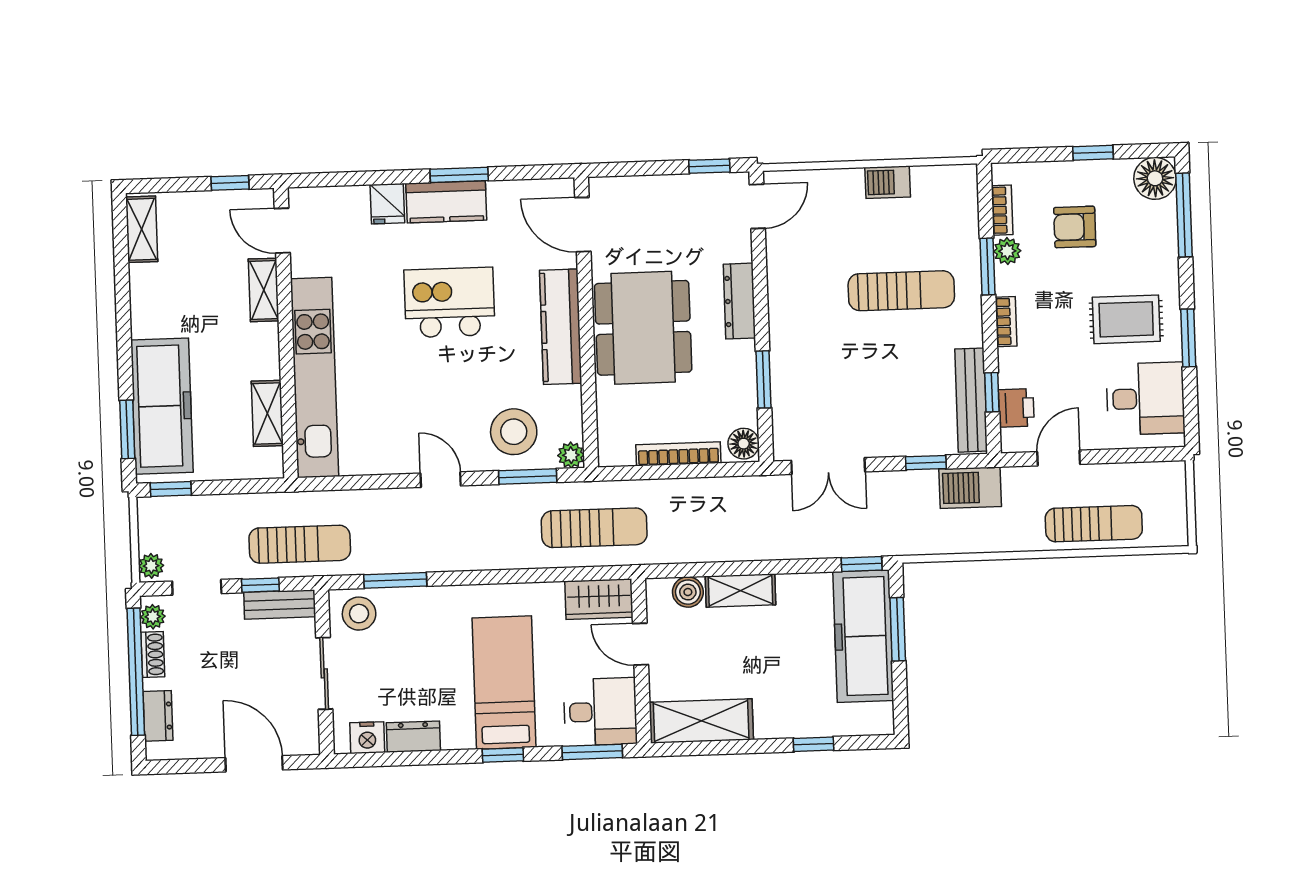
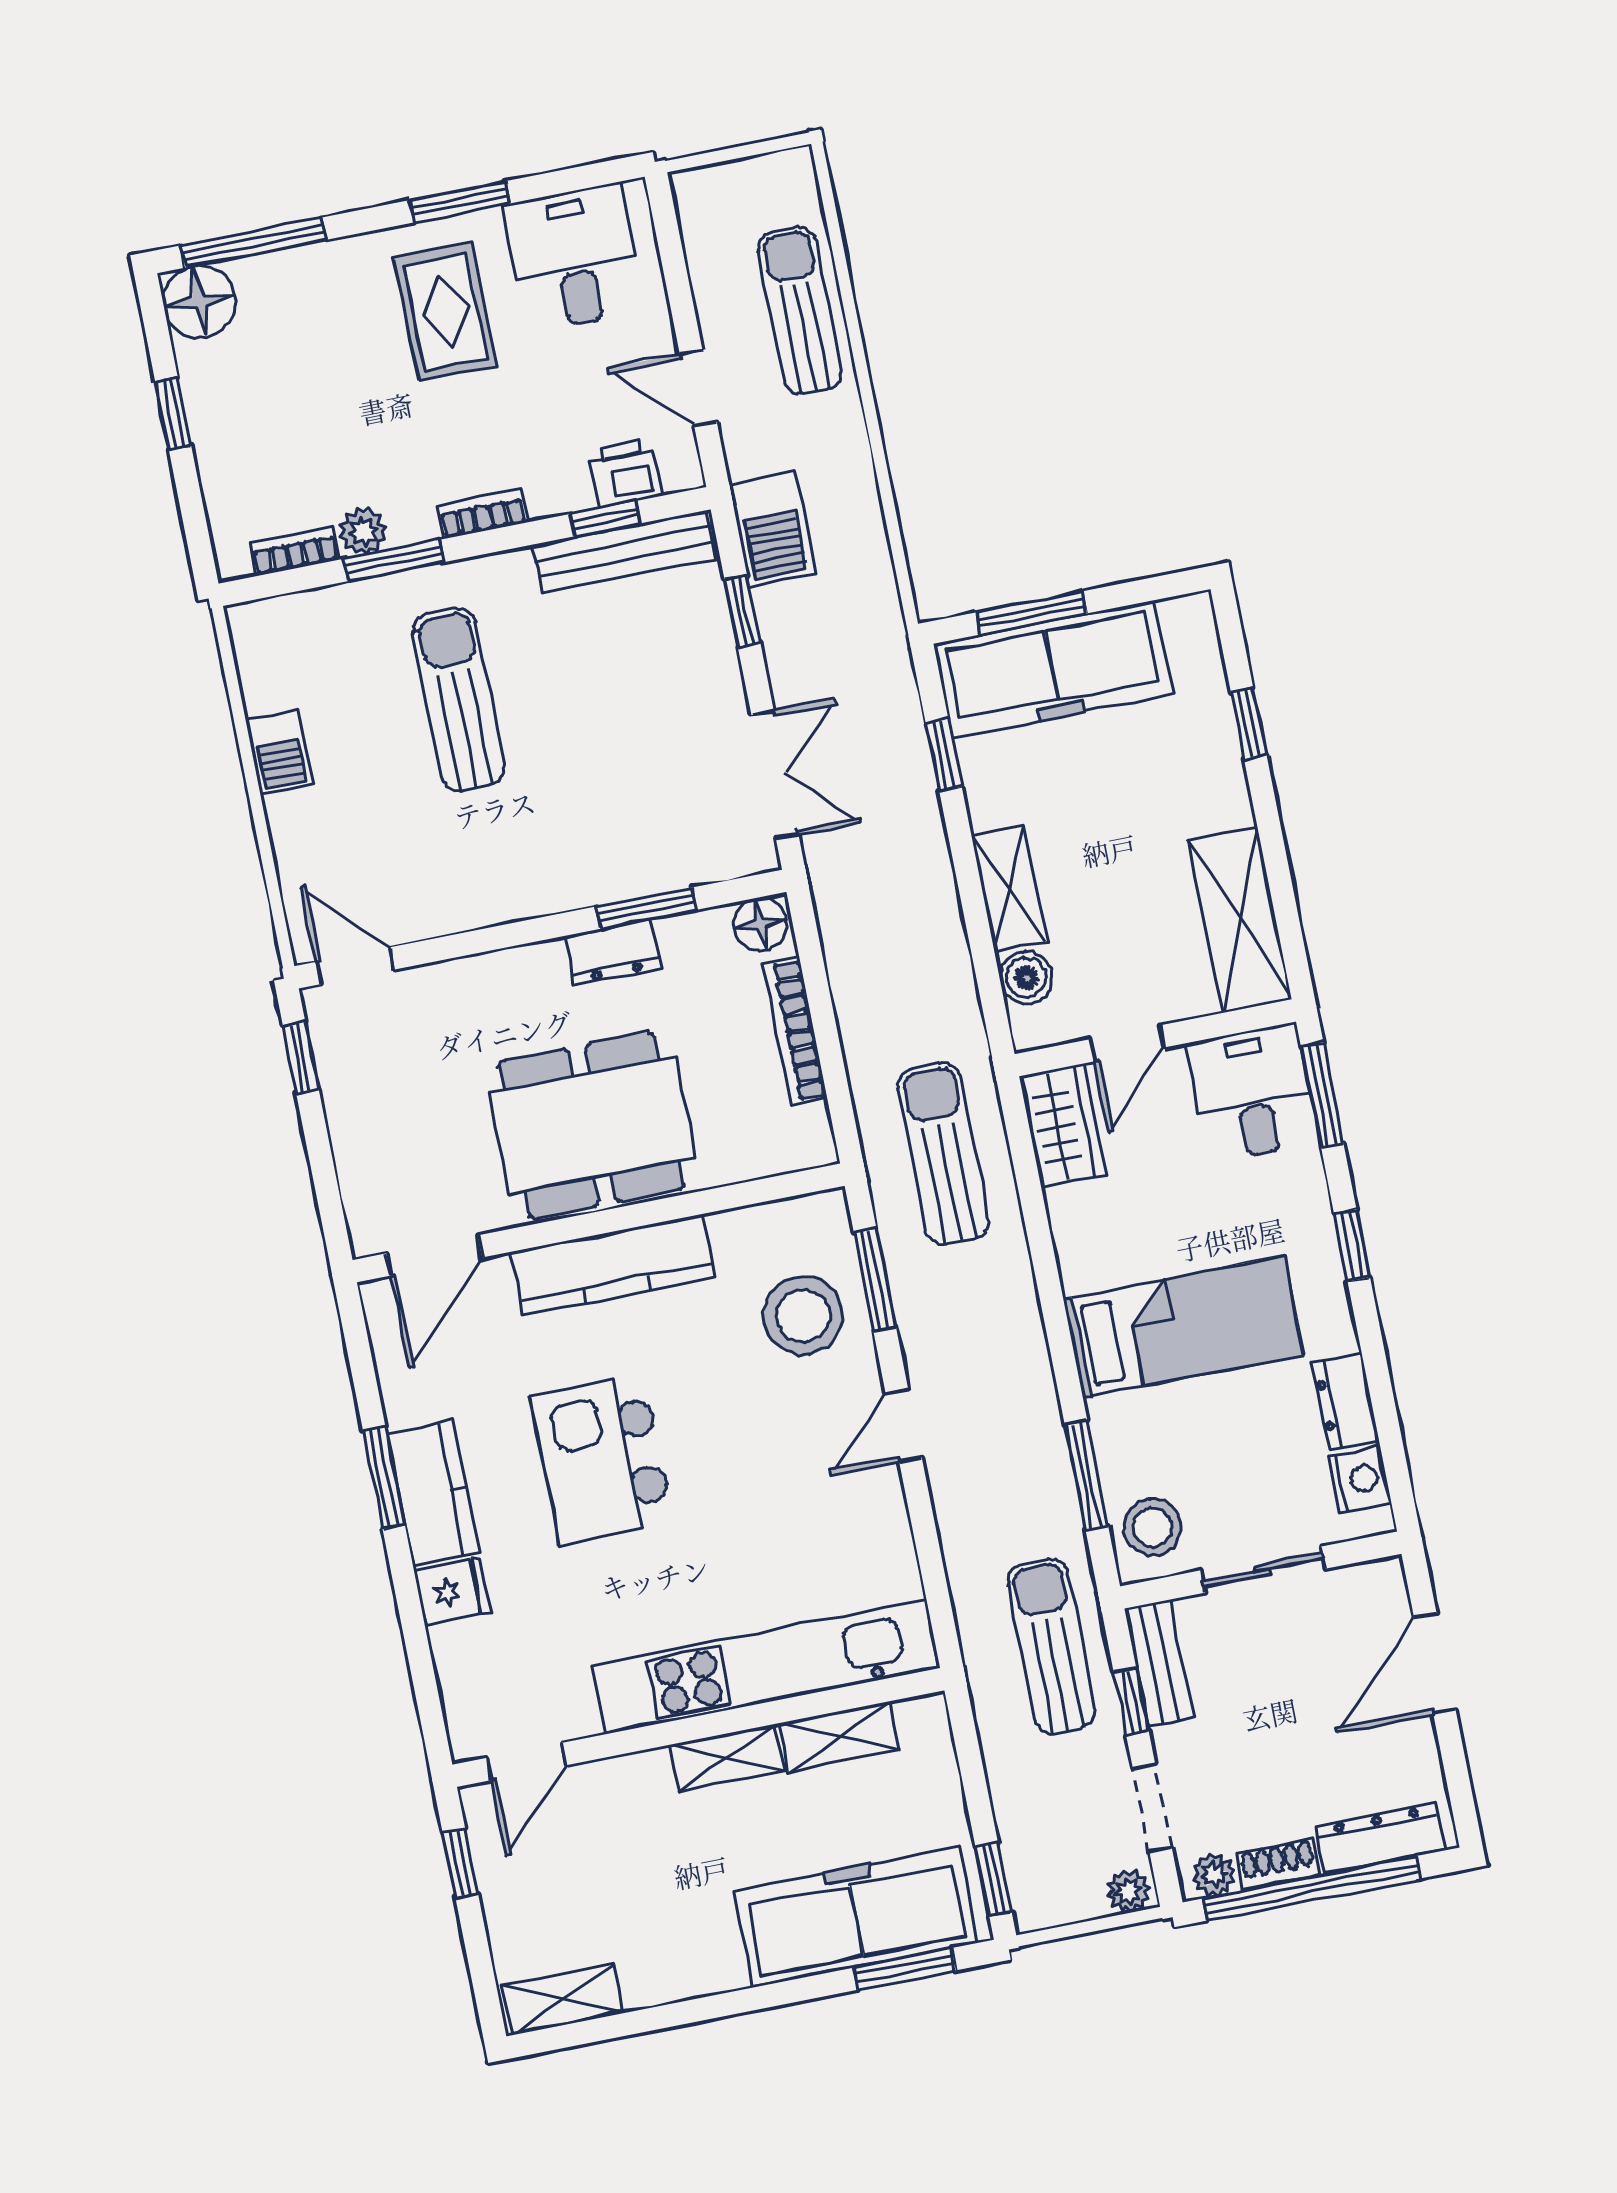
armchair: (1075, 227) -> (304, 424), removed
shelving: (264, 290) -> (727, 1758), moved
dresser: (739, 301) -> (613, 952), moved, width x0.70
plant: (571, 455) -> (827, 1212), removed
window: (862, 564) -> (944, 755), moved
bed: (504, 683) -> (1183, 1327), moved, turned 180
dresser: (158, 716) -> (1380, 1839), width x1.44

